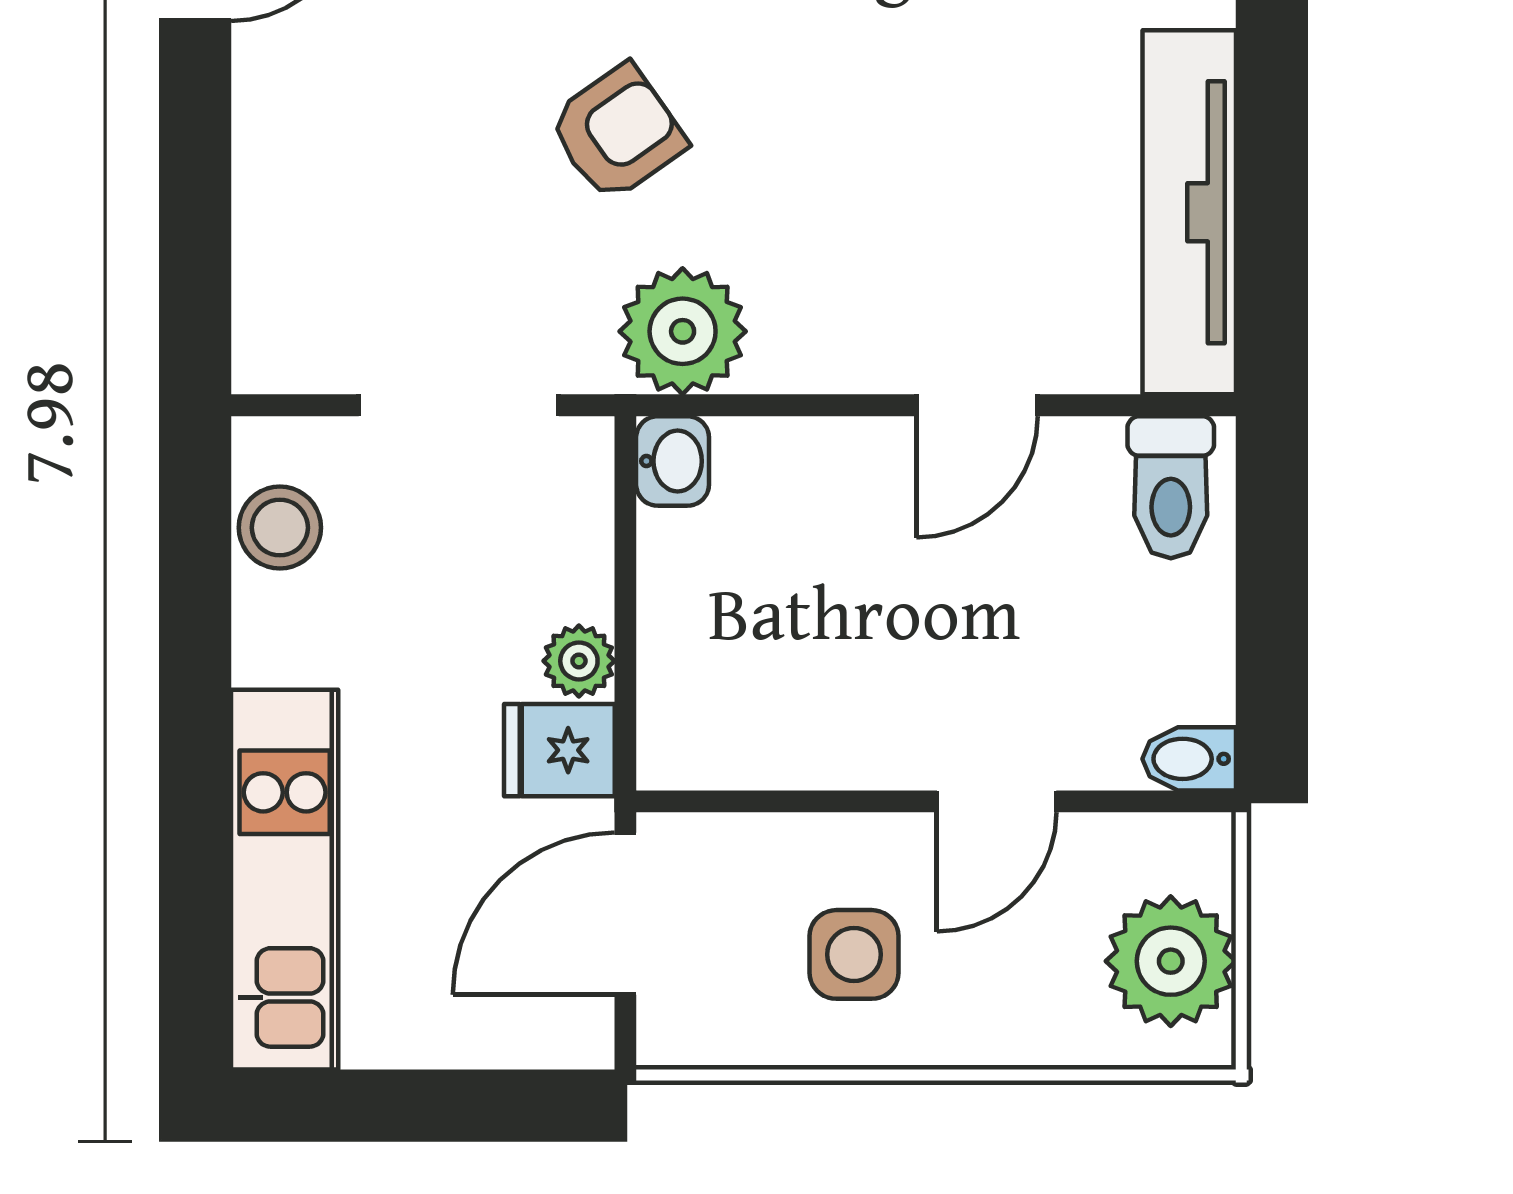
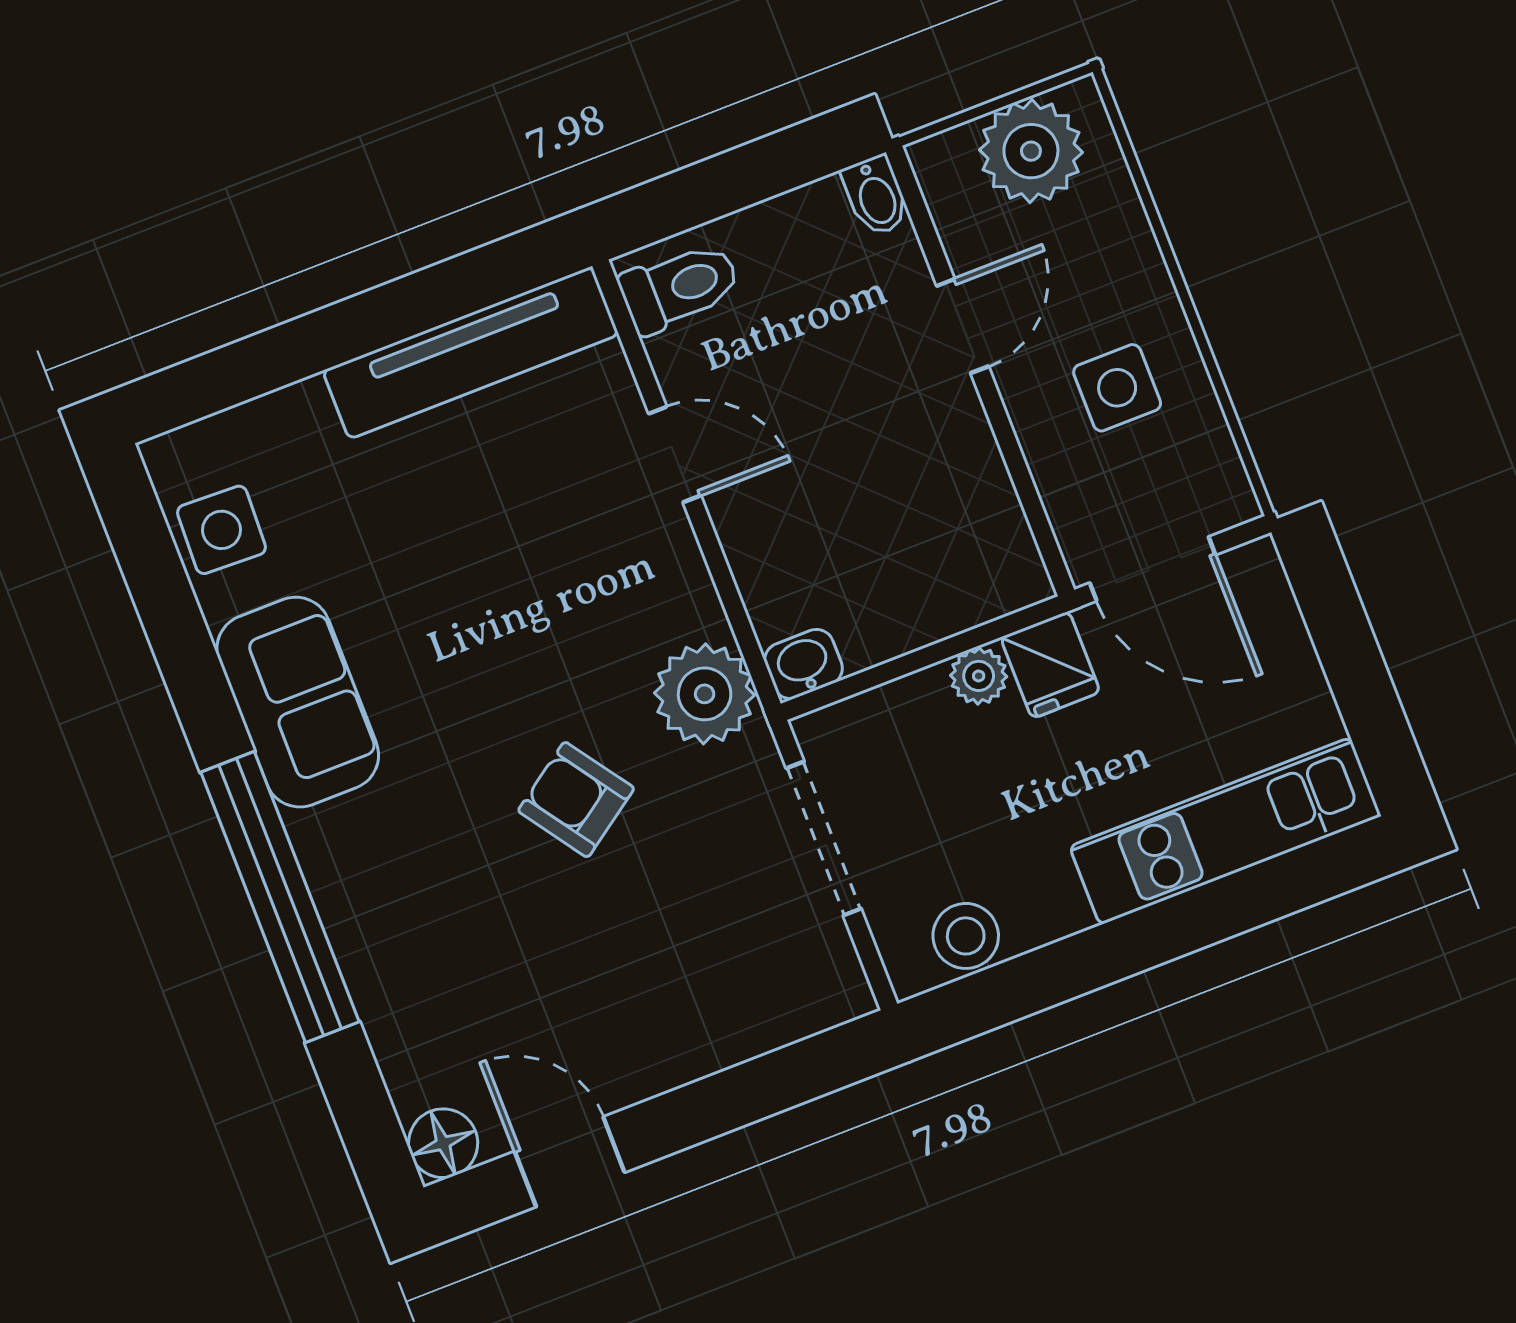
door: (997, 801) -> (963, 326), hinge flipped

